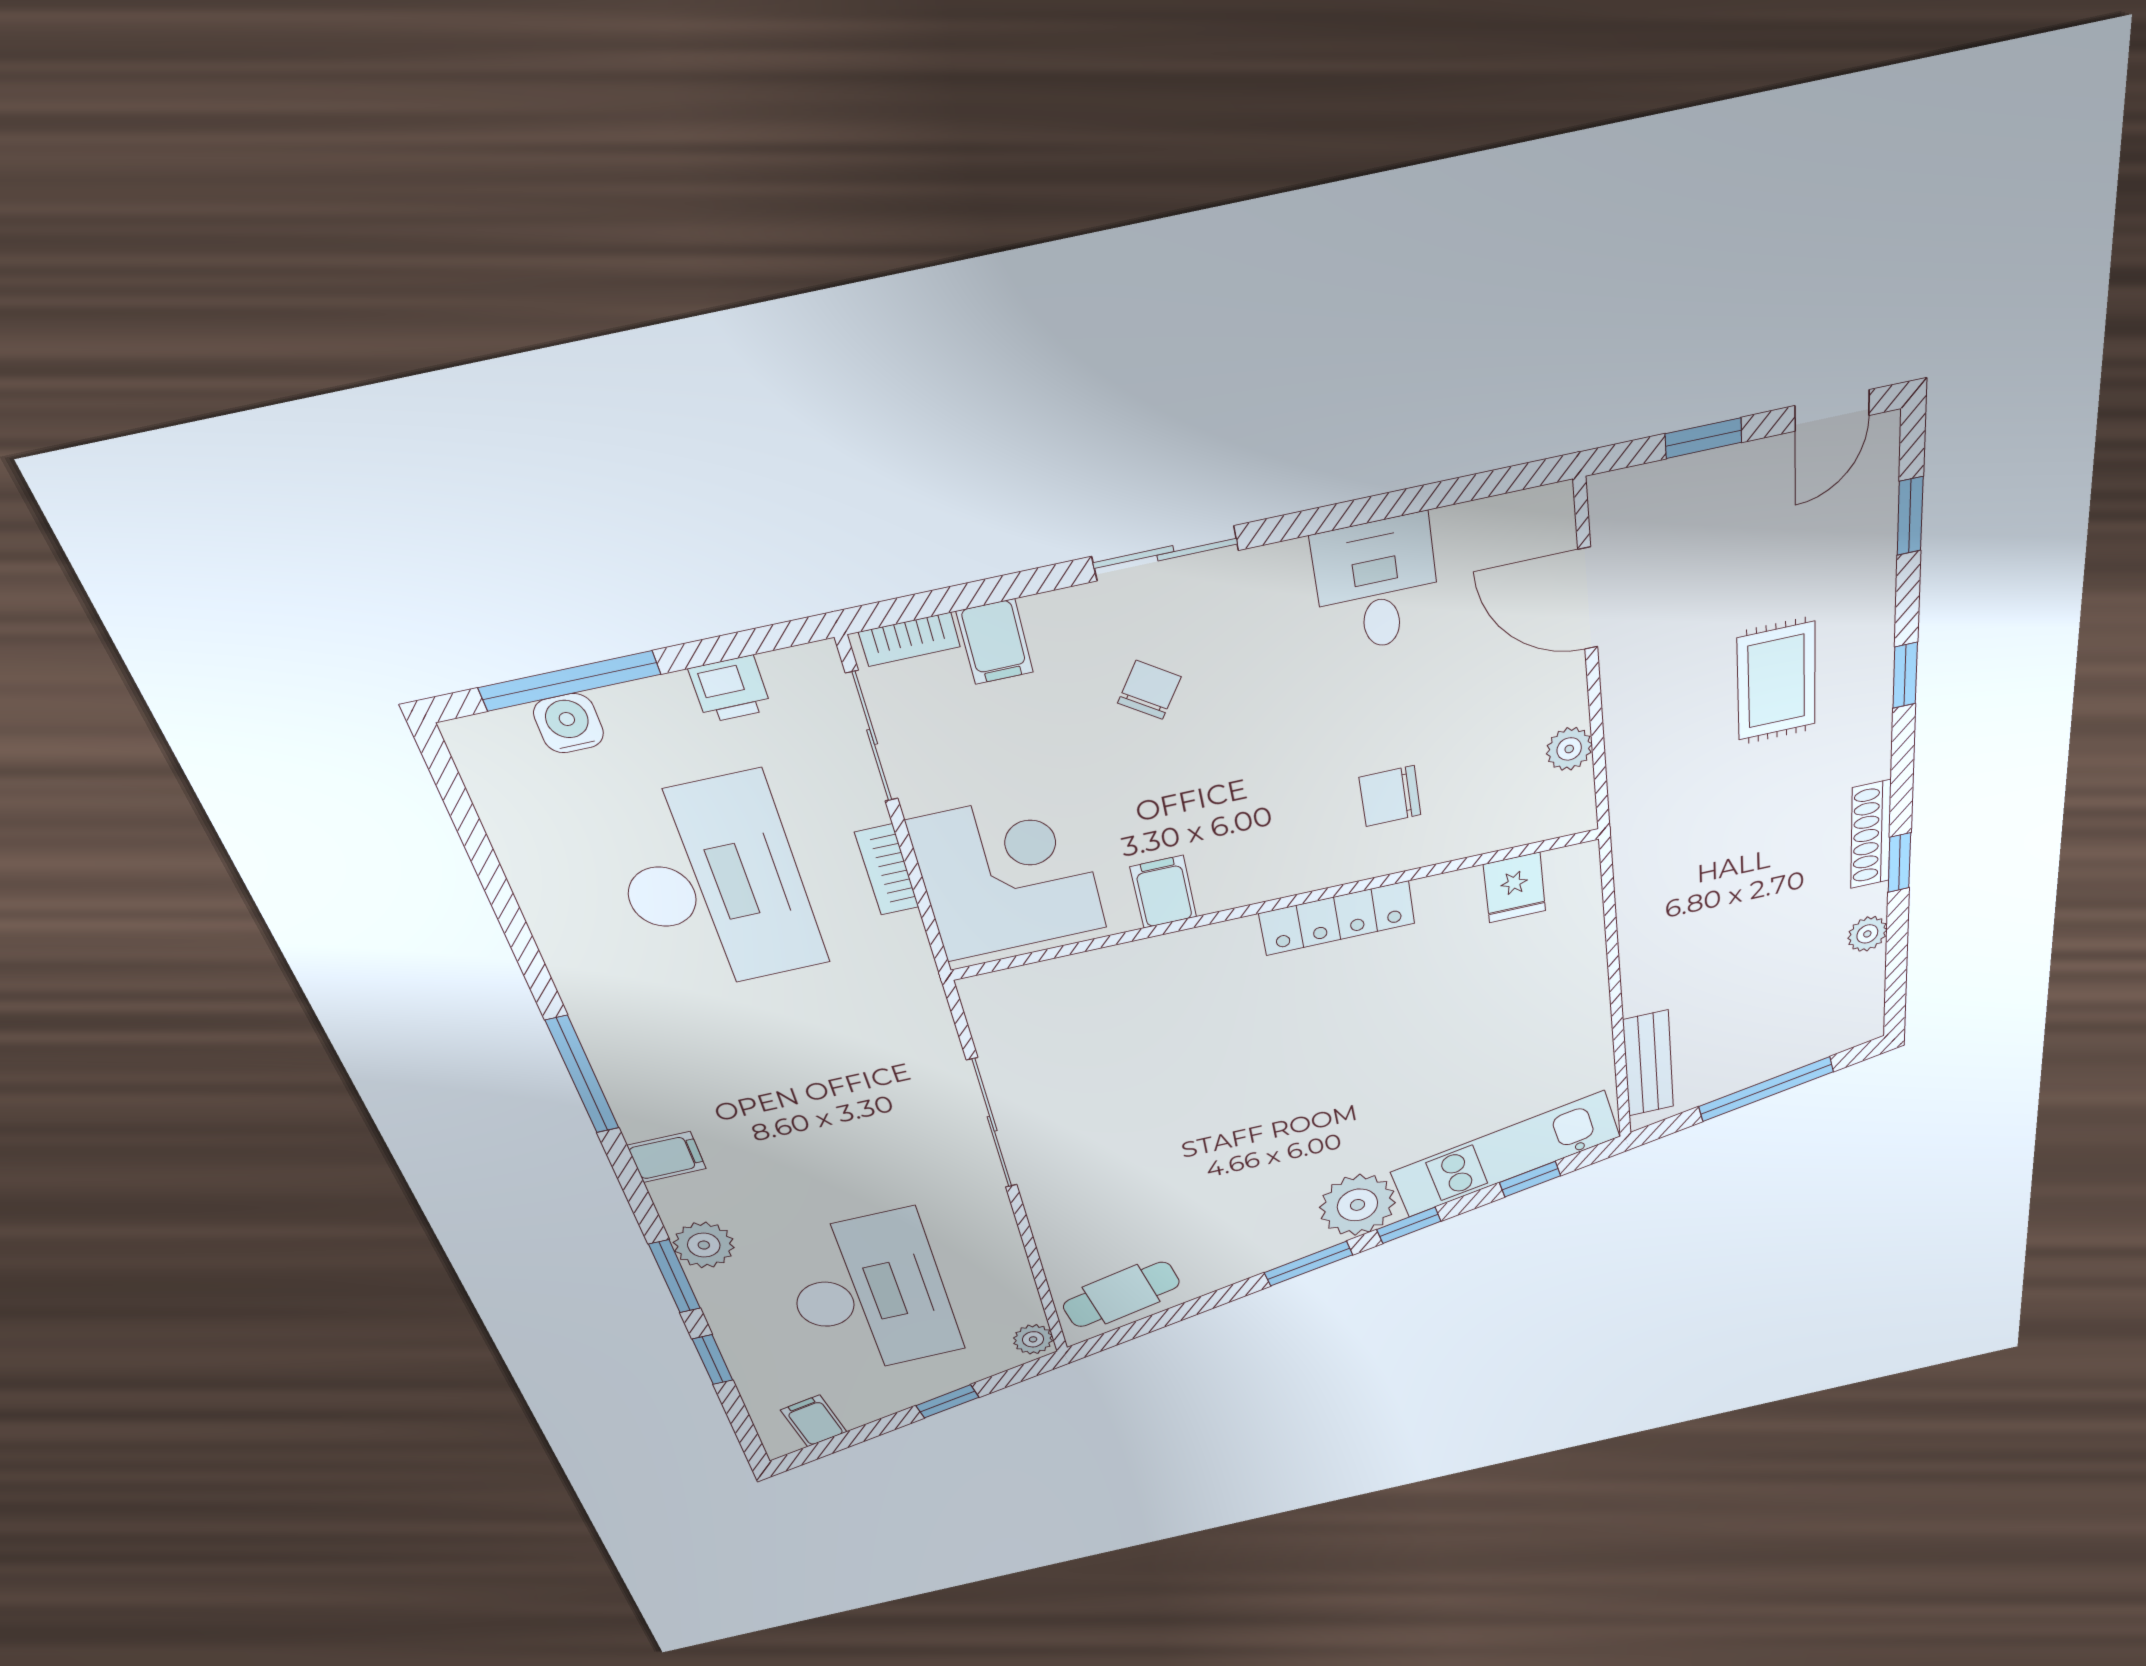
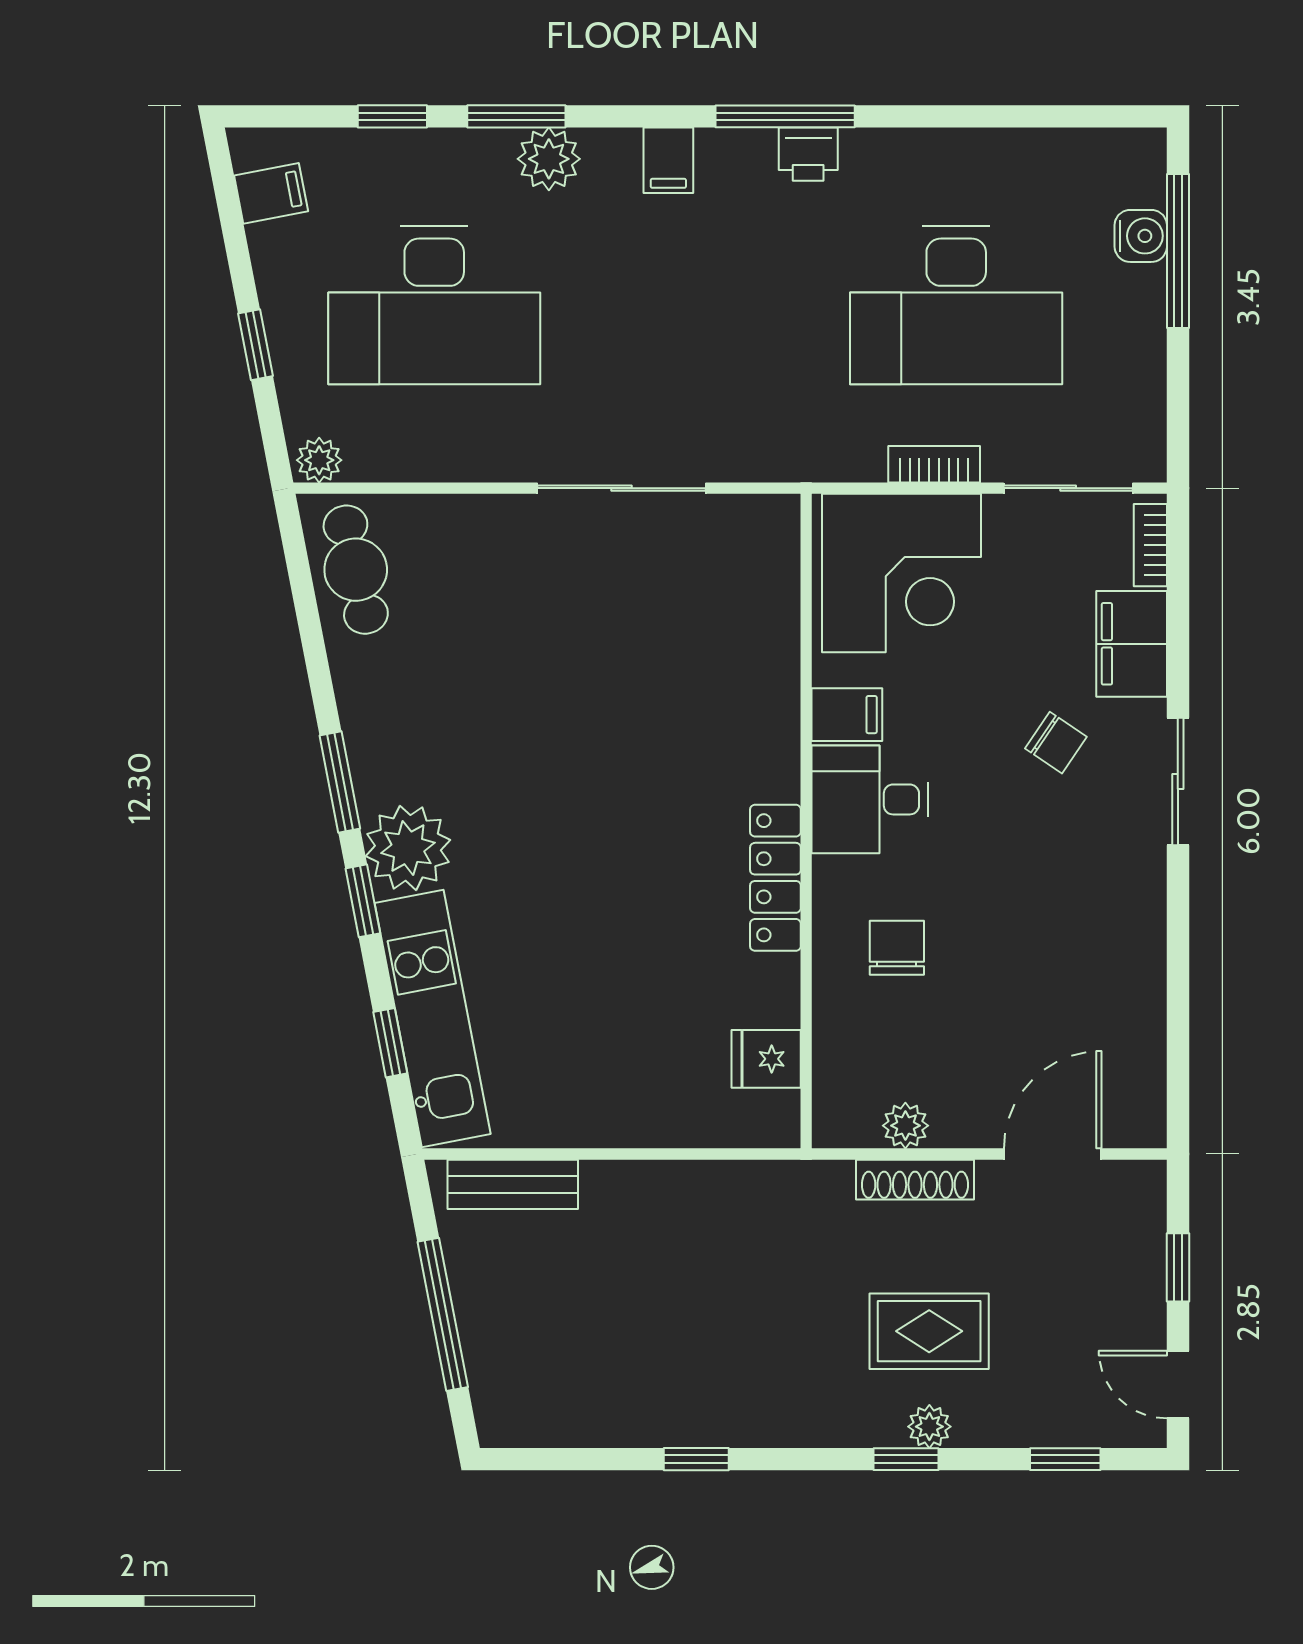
desk: (1377, 585) -> (870, 799), moved, turned 180
filing cabinet: (995, 642) -> (1132, 644), width x2.00
printer: (730, 689) -> (808, 154), moved, turned -90
shoe rack: (1871, 835) -> (915, 1180), moved, turned 180
plant: (1867, 934) -> (929, 1427), moved

